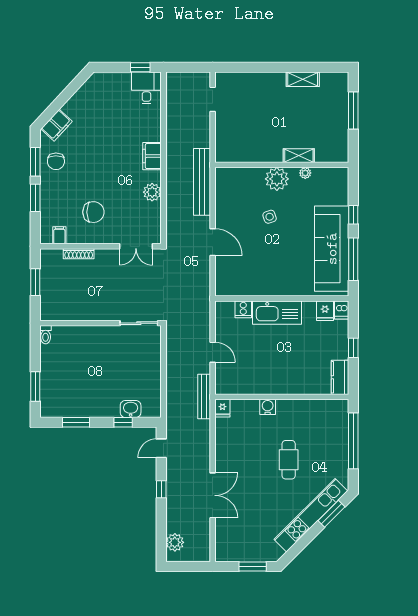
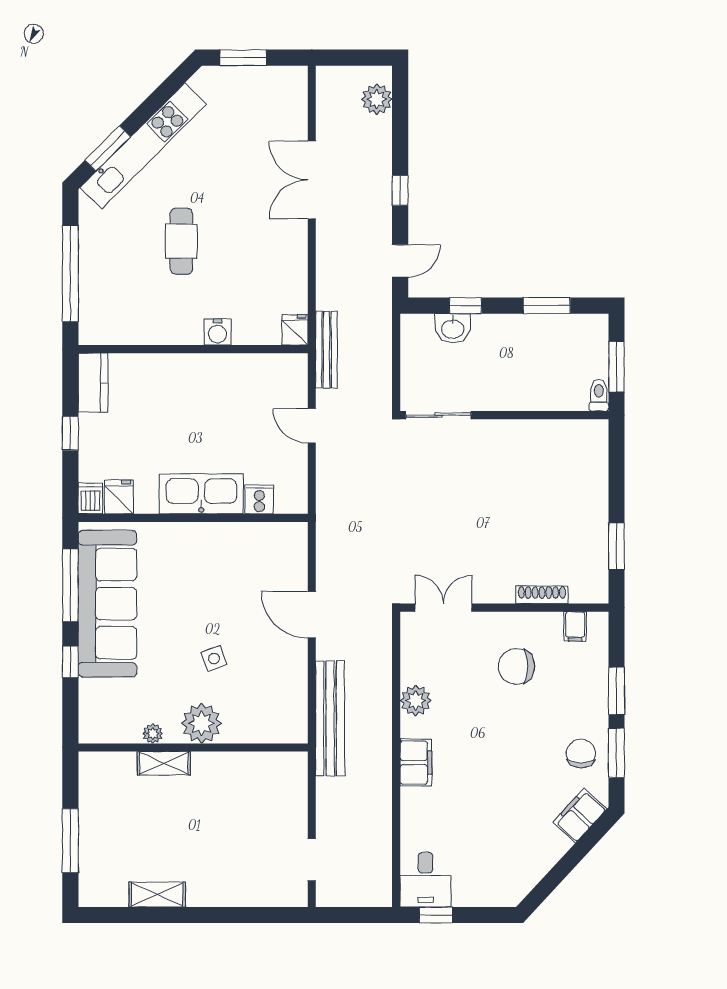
wall: (101, 323) -> (504, 415), moved
sliding door: (139, 323) -> (438, 415), moved
toilet: (46, 335) -> (599, 395), moved

